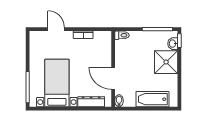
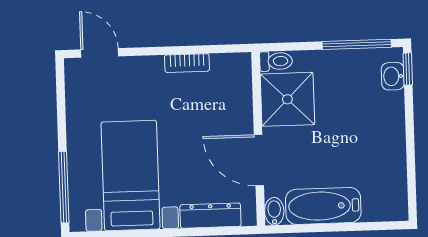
door: (56, 29) -> (100, 53), moved
shower: (166, 62) -> (287, 99), moved
bathtub: (152, 99) -> (323, 206), moved

